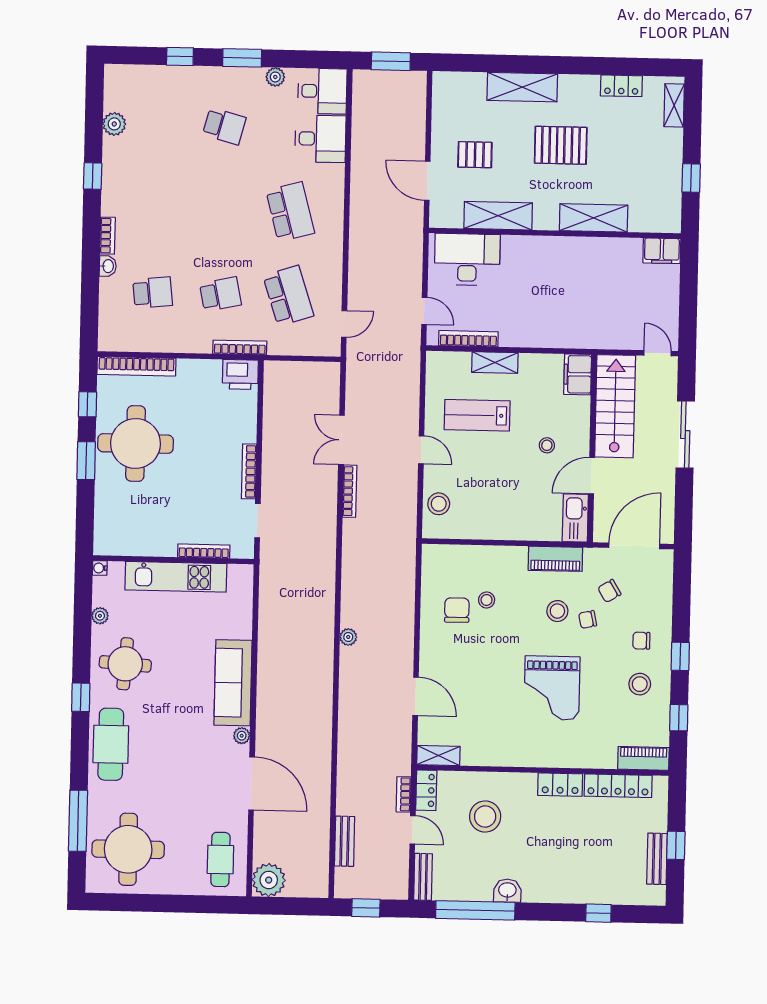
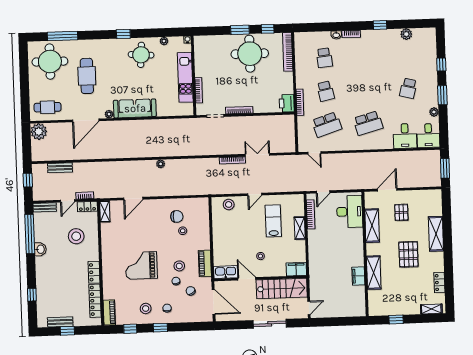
filing cabinet: (662, 251) -> (358, 276), moved
cafe table: (111, 744) -> (87, 76), moved, turned 90

